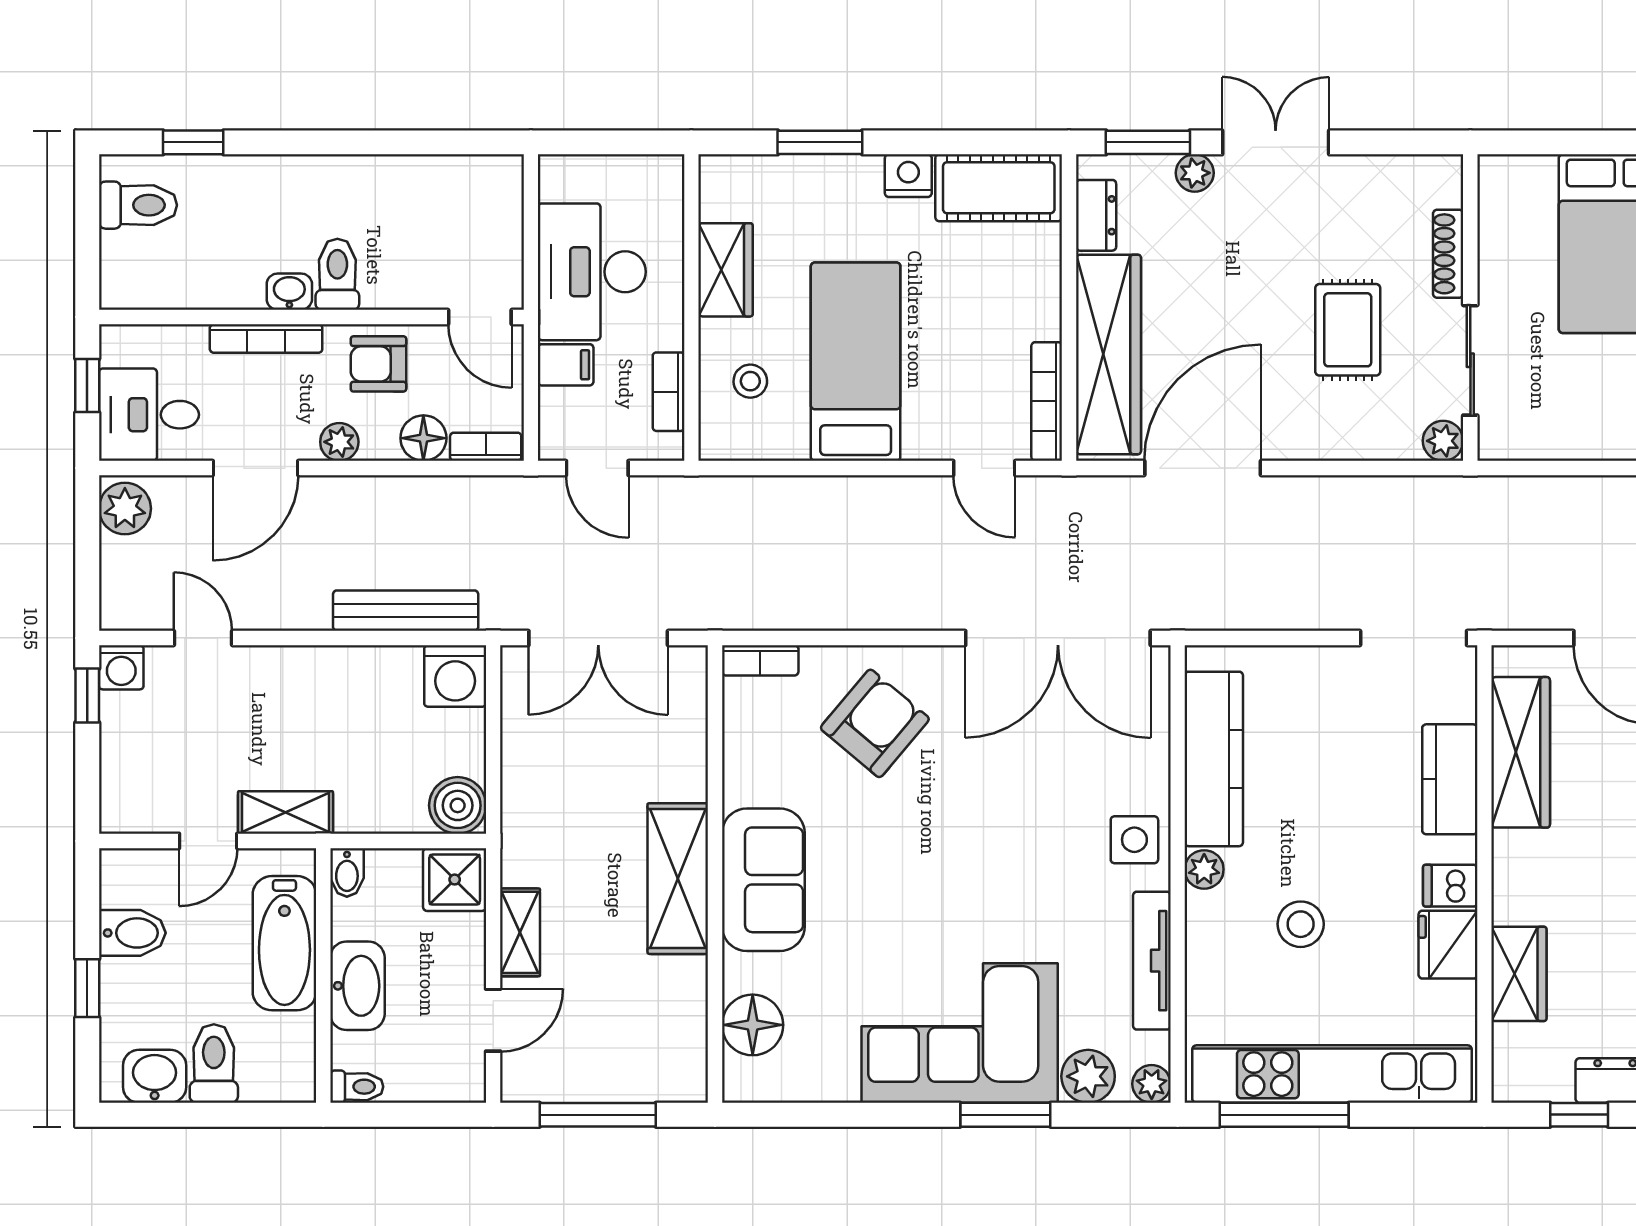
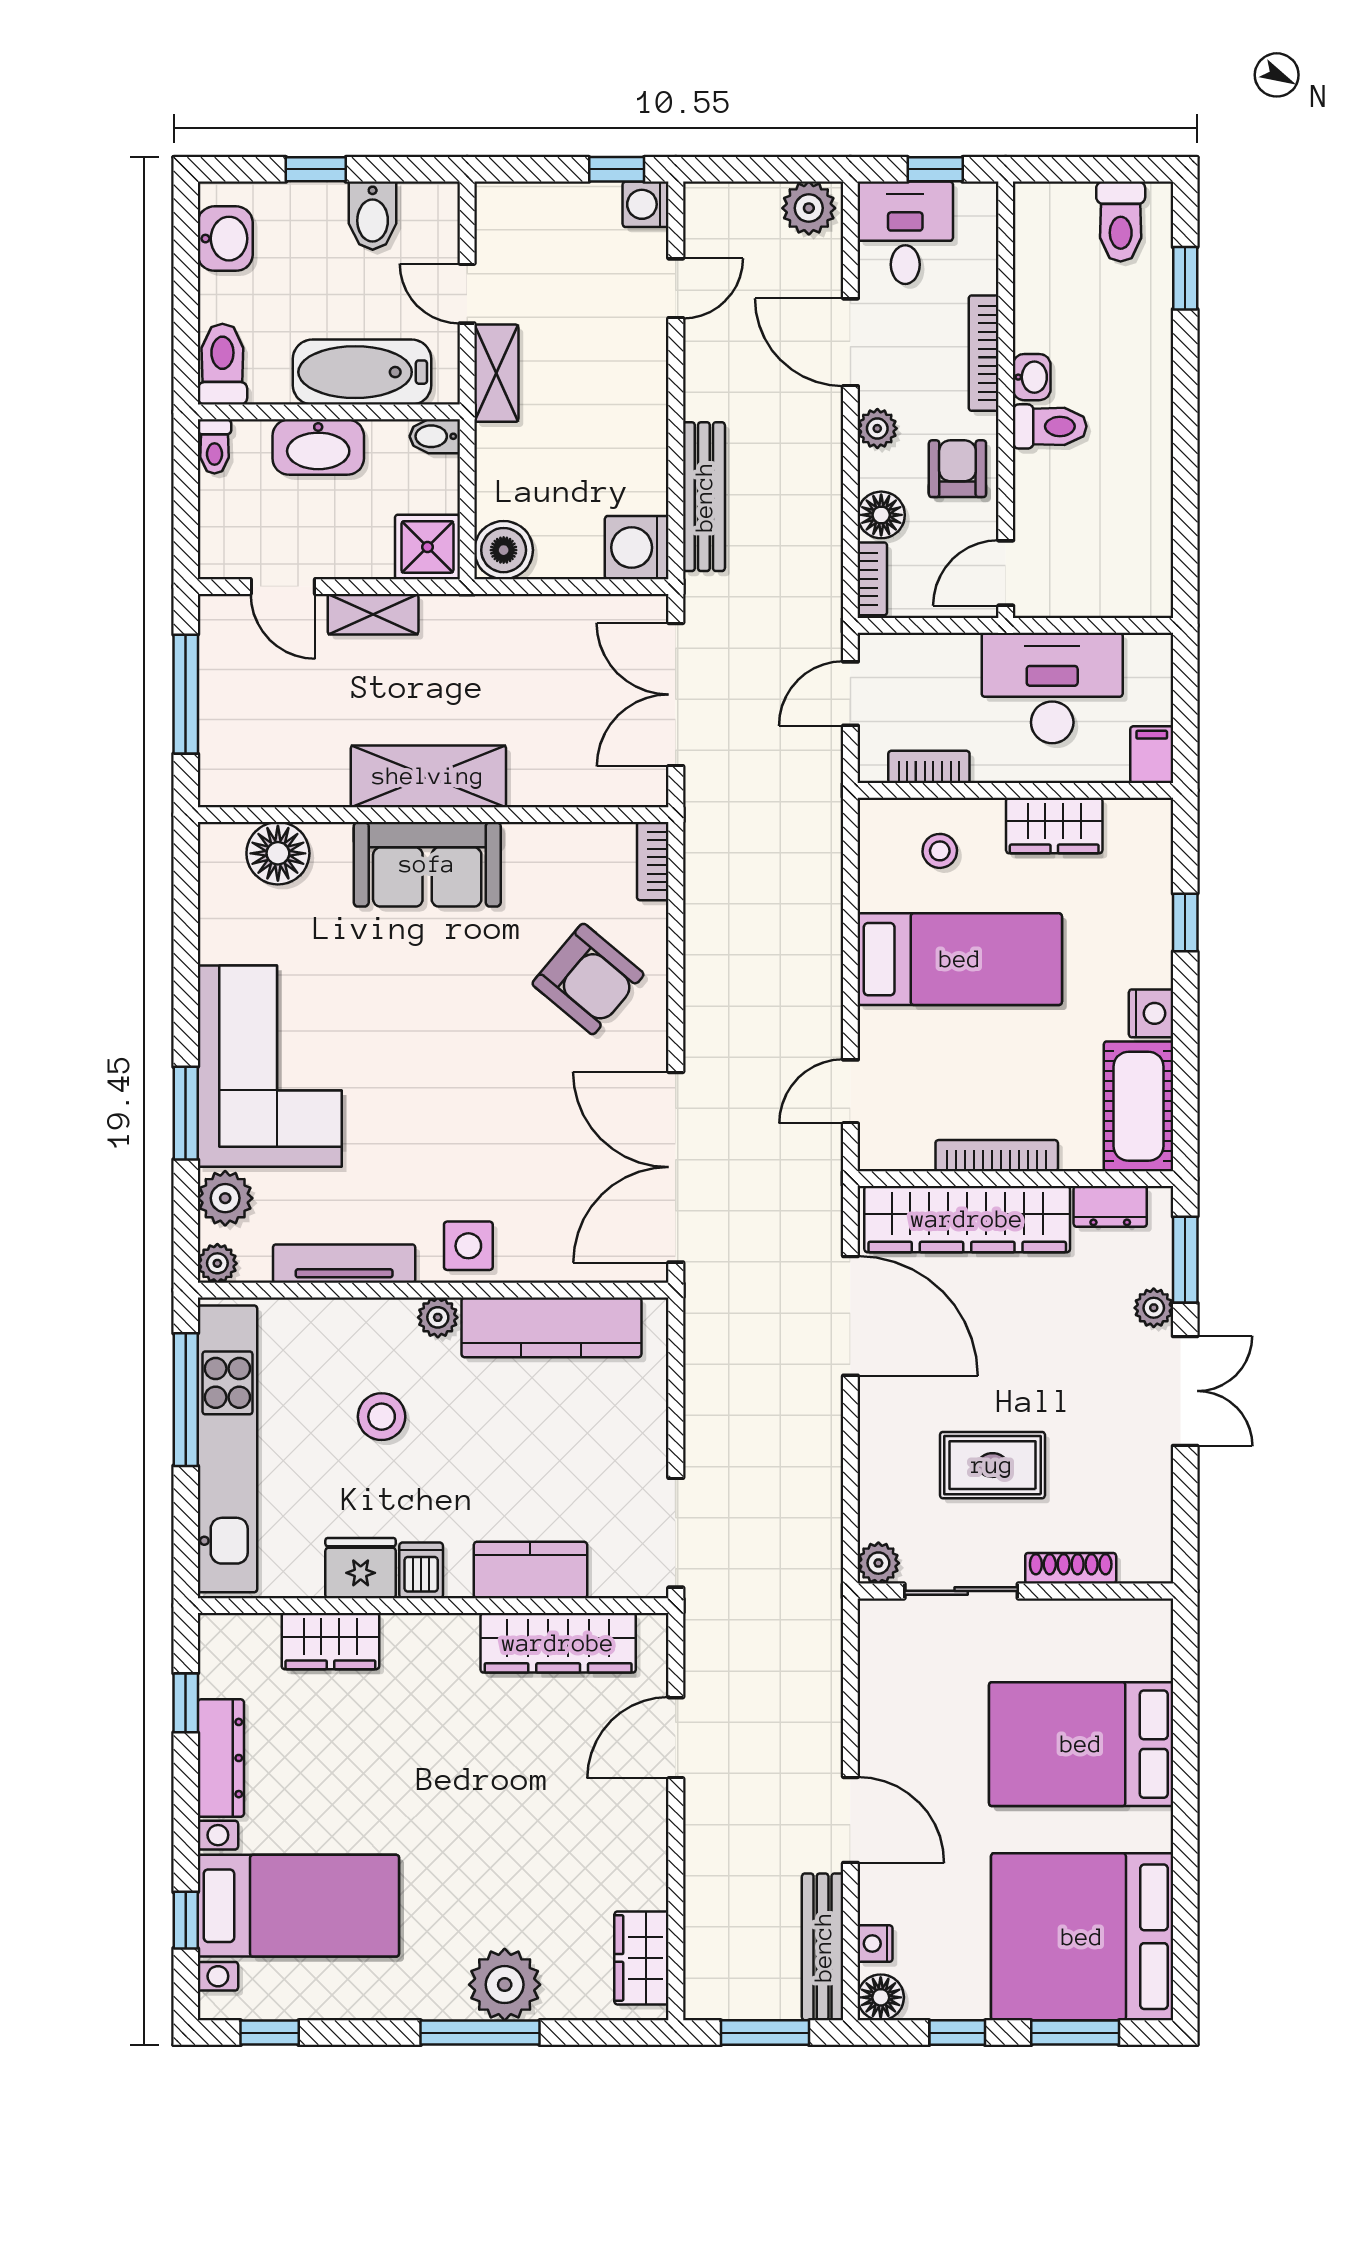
window: (820, 142) -> (1185, 922), width x0.67
filing cabinet: (566, 365) -> (1152, 755), moved, turned 180
bookcase: (1047, 401) -> (997, 1156), moved
toilet: (214, 1063) -> (222, 364), moved, turned -90

